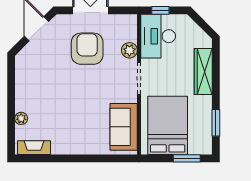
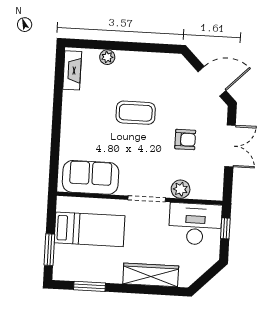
armchair: (87, 49) -> (185, 140), width x0.53, depth x0.53
coffee table: (67, 92) -> (136, 113), added
bed: (168, 125) -> (90, 229), width x0.67

